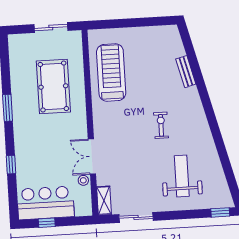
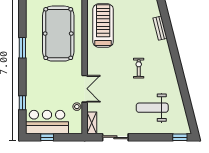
pool table: (53, 87) -> (58, 34), width x1.36, depth x1.32
double door: (92, 156) -> (85, 89), swing flipped
window: (11, 165) -> (22, 103), moved
weight bench: (182, 176) -> (152, 108), turned -90

